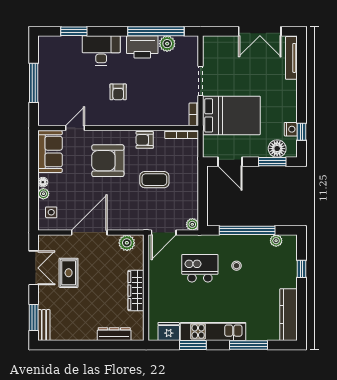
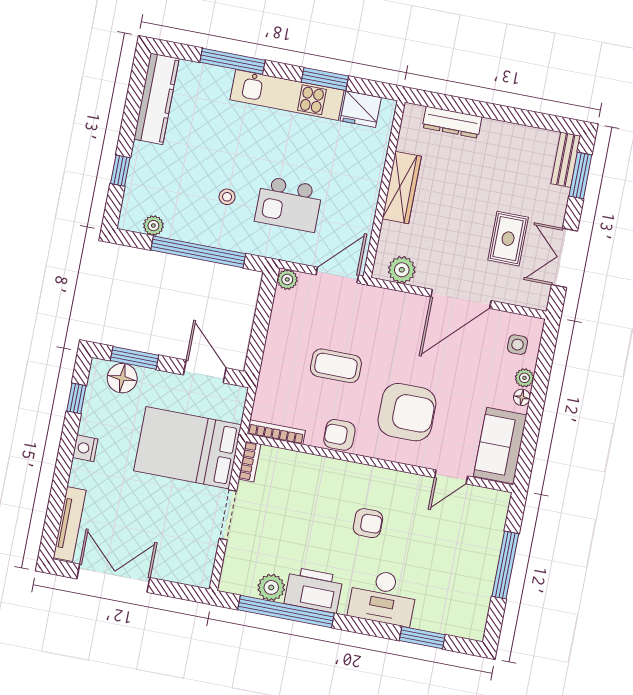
armchair: (118, 92) -> (368, 523), turned 90
nightstand: (291, 129) -> (85, 448), moved
armchair: (145, 140) -> (339, 435), turned 180

